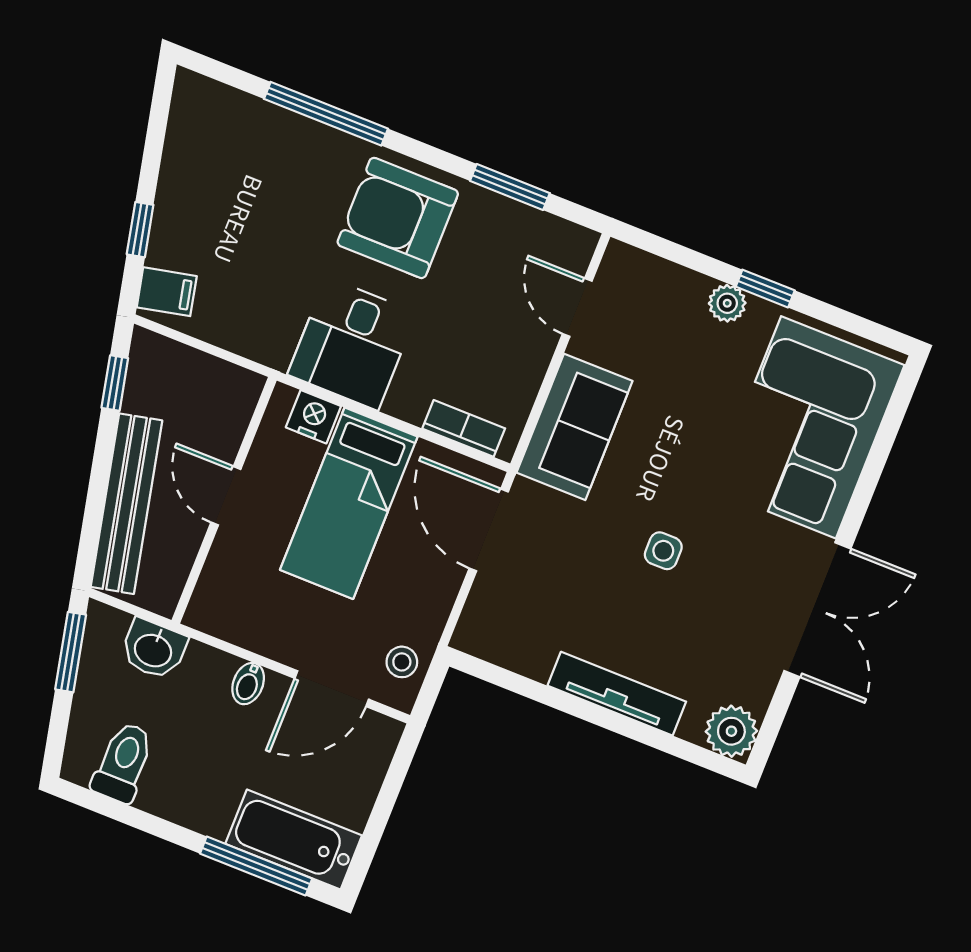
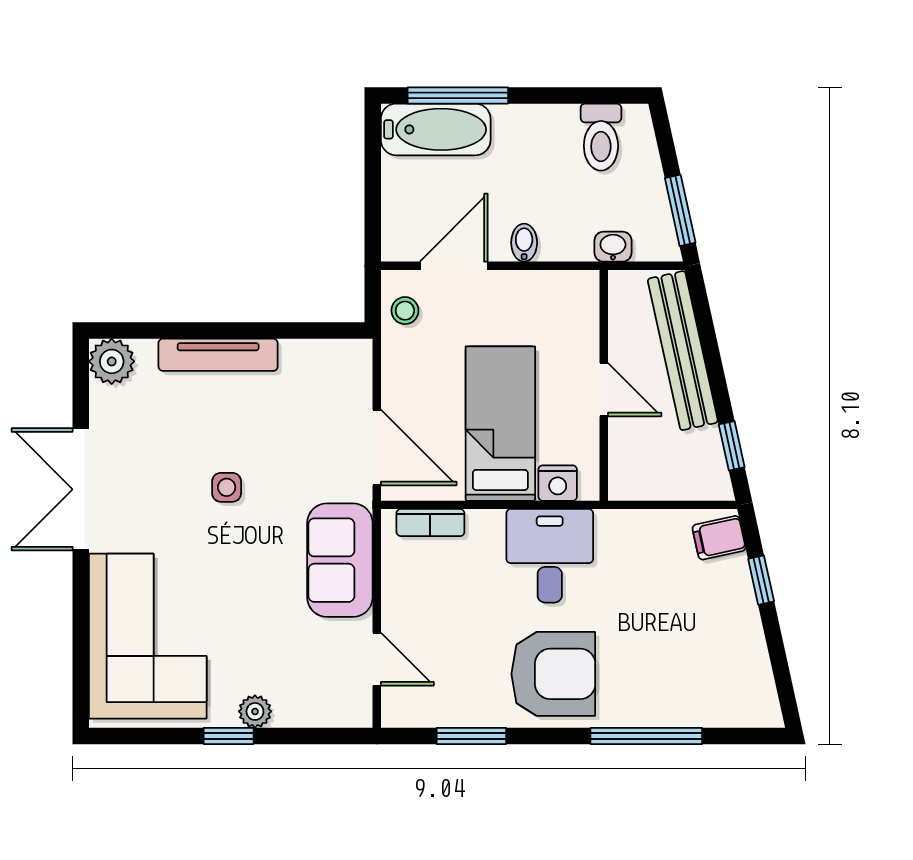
washbasin: (154, 649) -> (613, 247), width x0.72, depth x0.69

